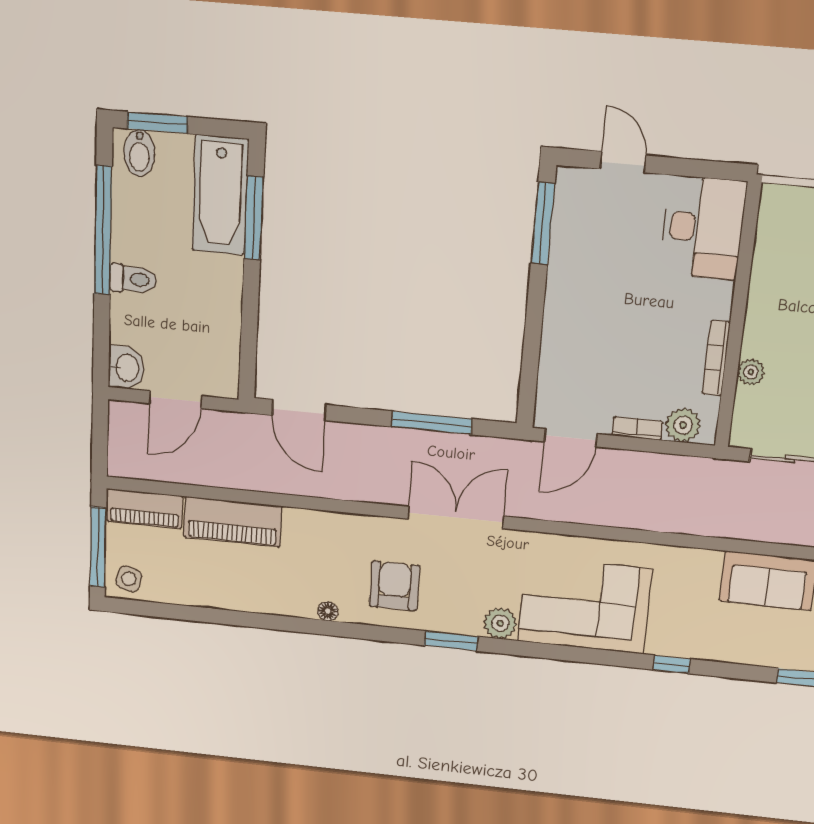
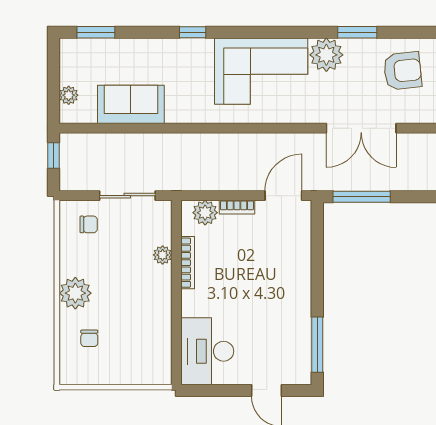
window: (432, 423) -> (362, 197), moved
armchair: (395, 586) -> (403, 71), turned -96
plant: (500, 623) -> (326, 55), width x1.36, depth x1.36

